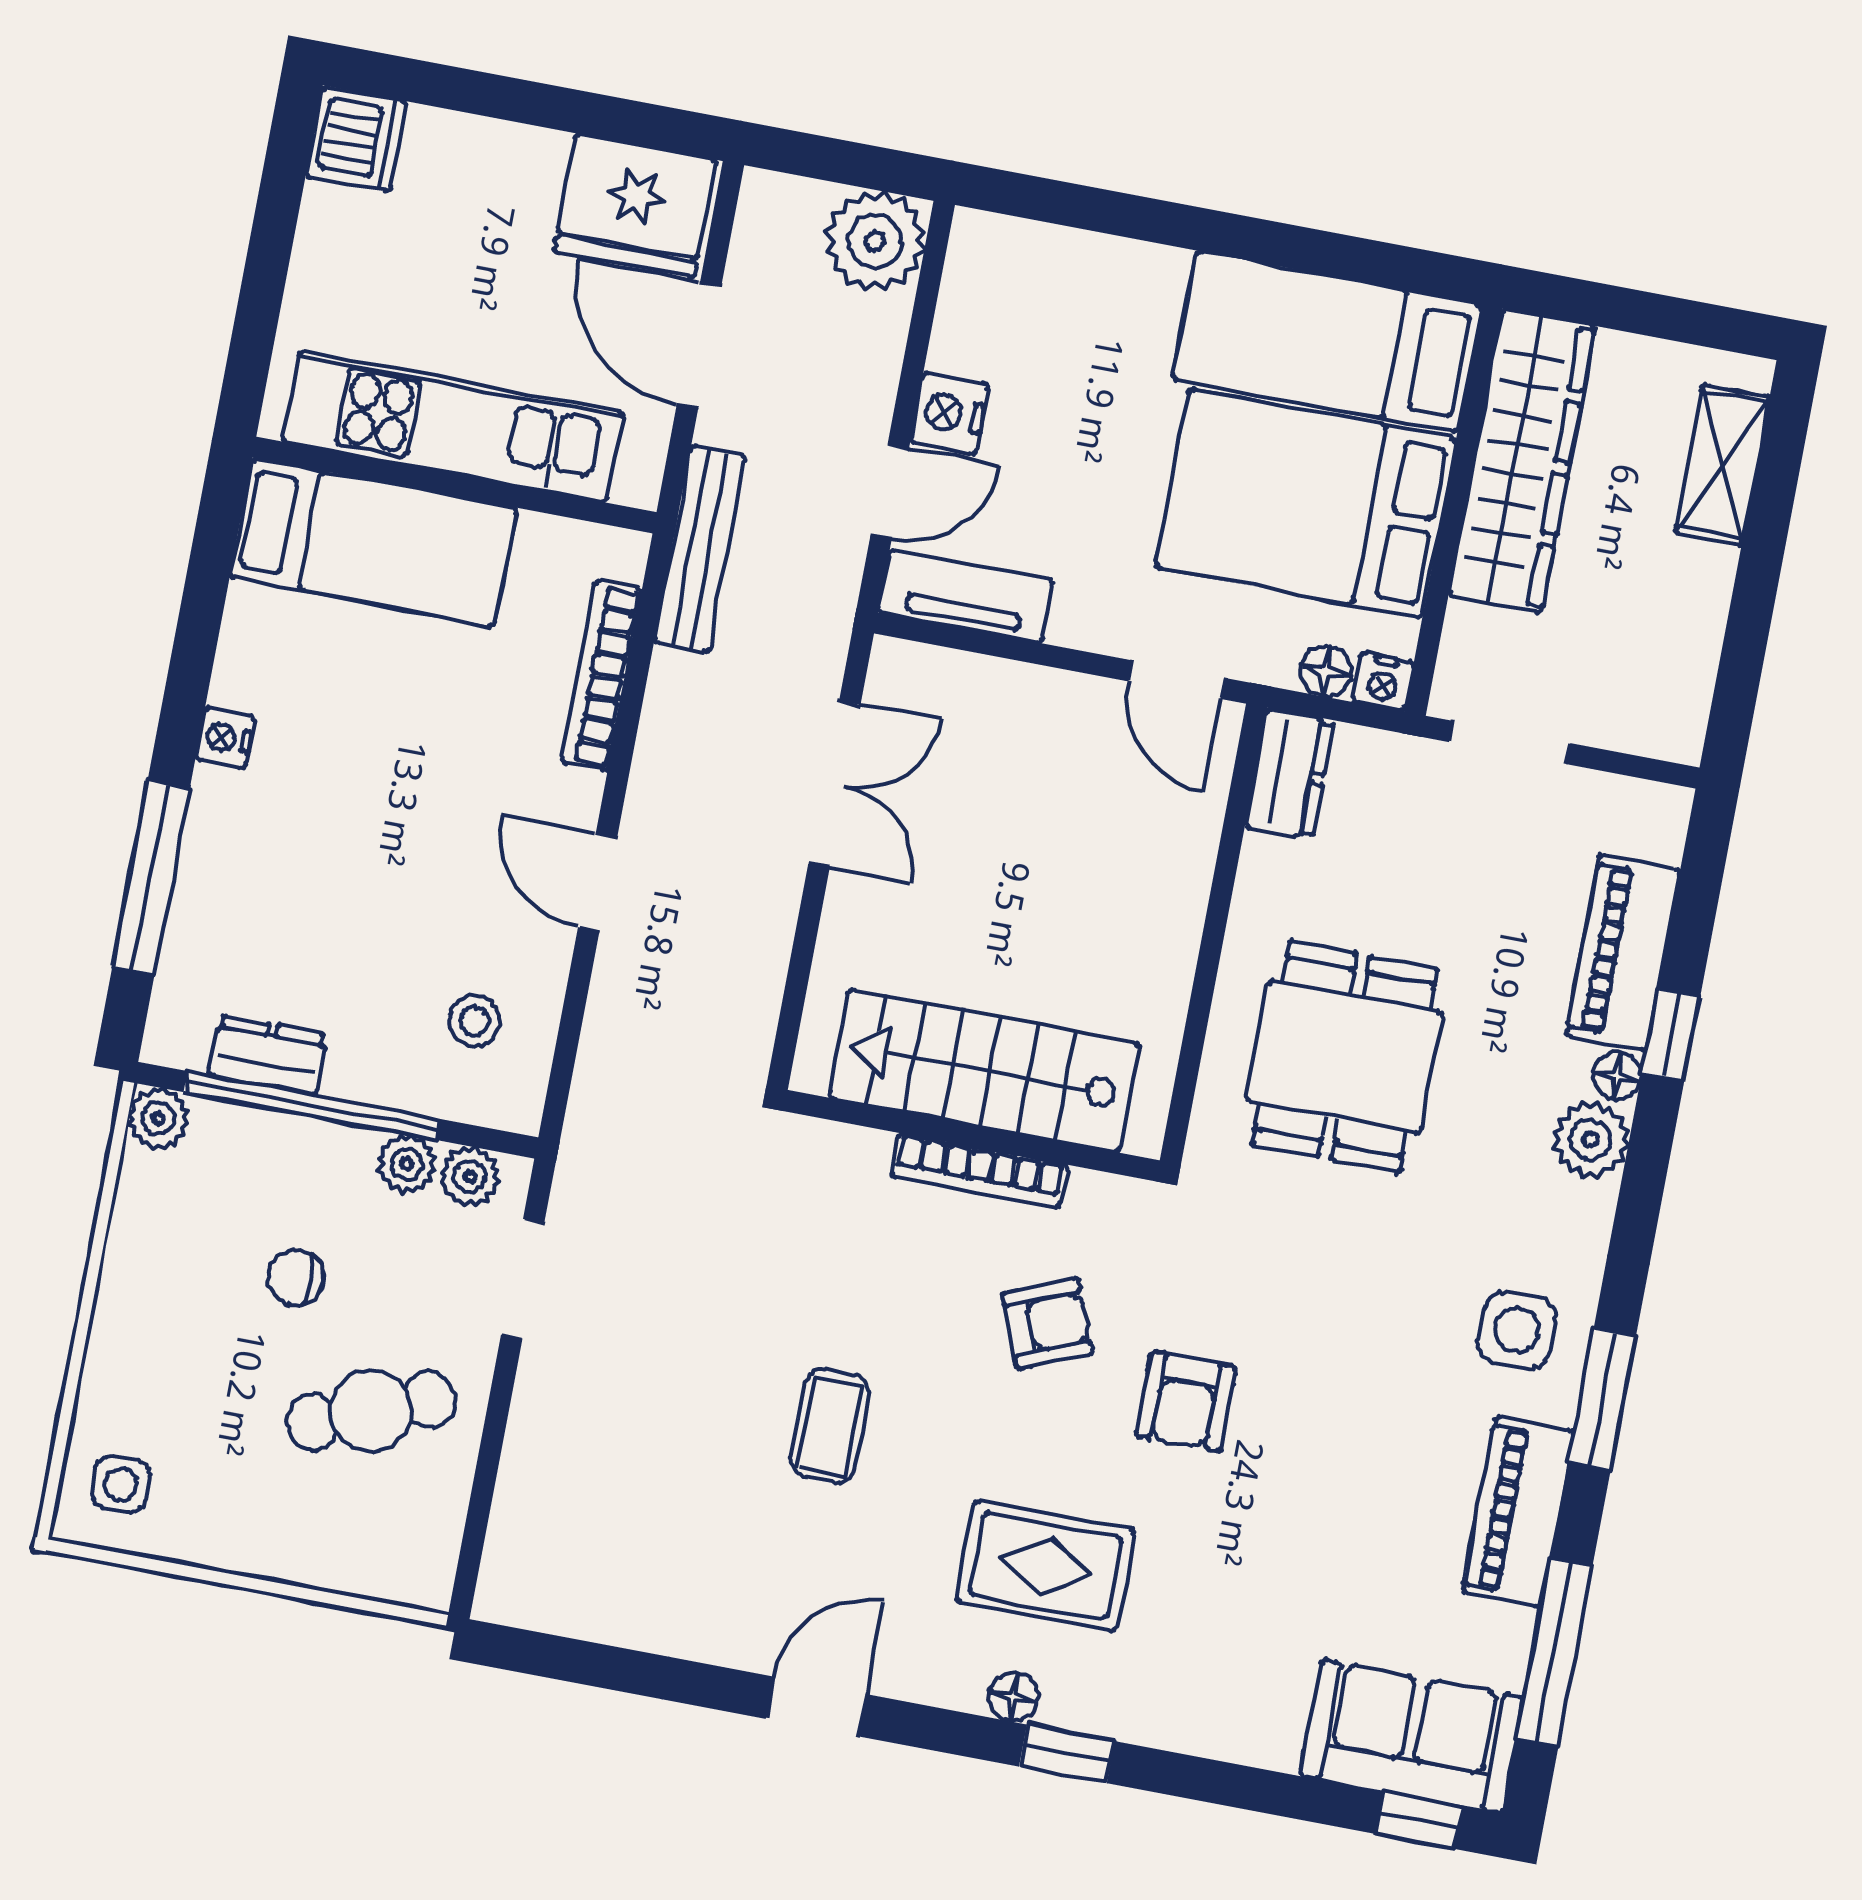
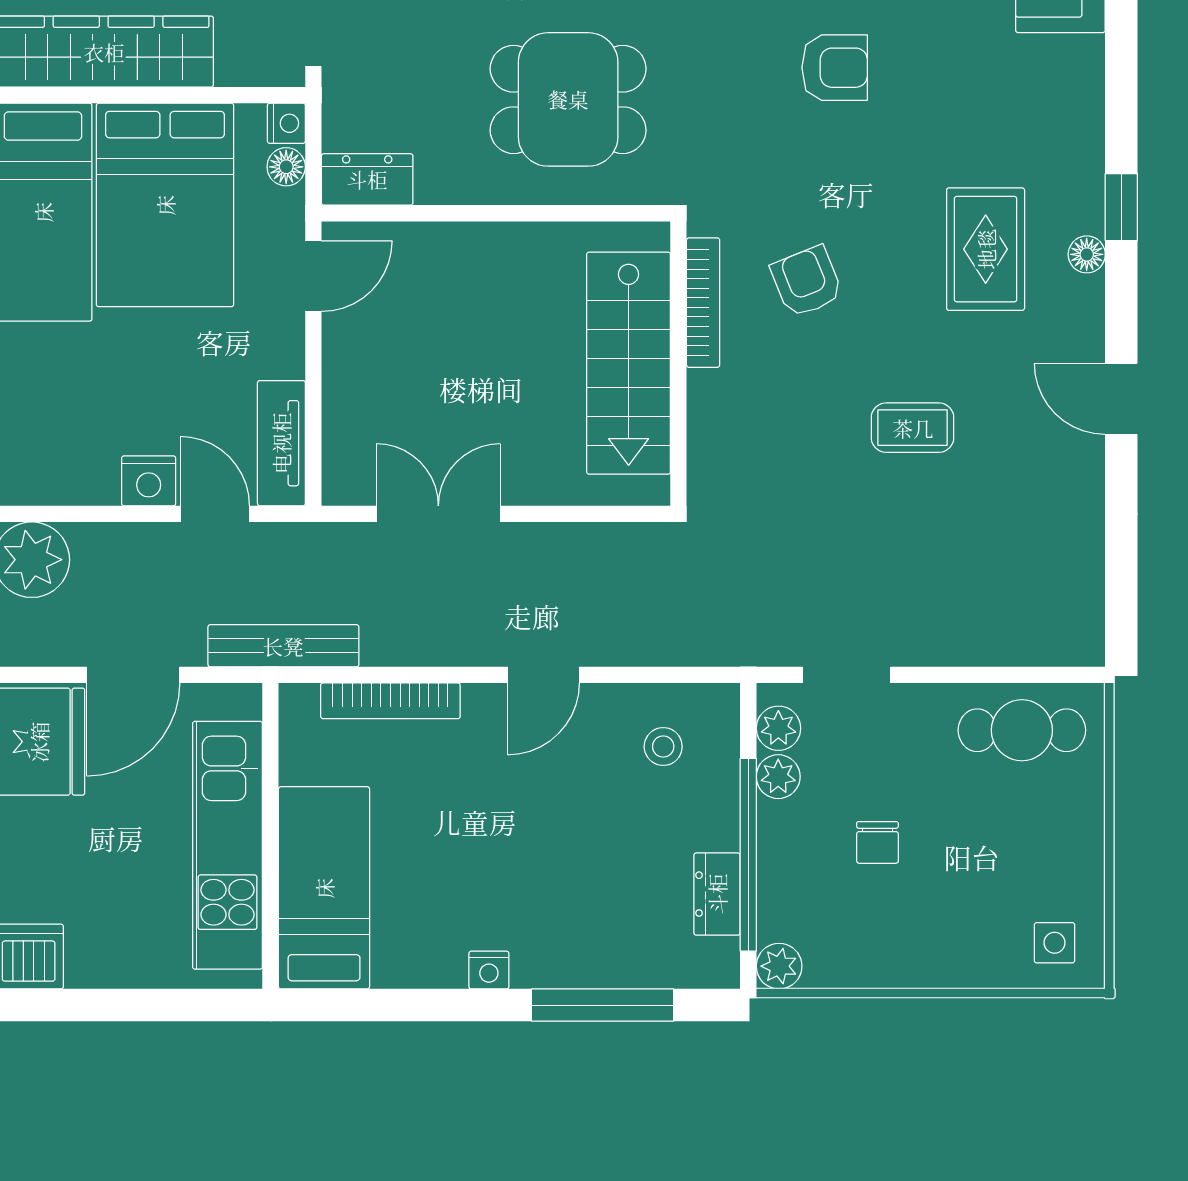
bookcase: (979, 1170) -> (703, 303), moved
armchair: (1186, 1401) -> (835, 68), moved
cafe table: (371, 1411) -> (1022, 730), moved, turned -68

